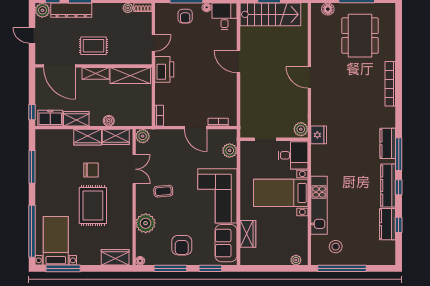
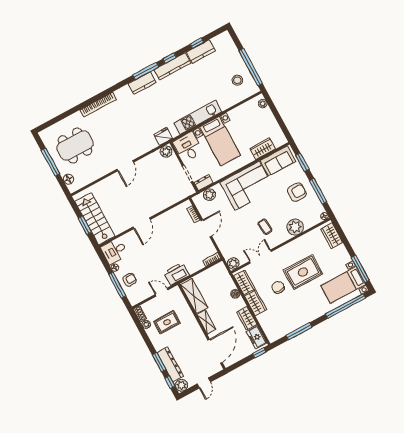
rug: (93, 46) -> (167, 322), moved, turned 90
dresser: (246, 151) -> (204, 183), added
kitchen unit: (319, 205) -> (198, 117), moved

